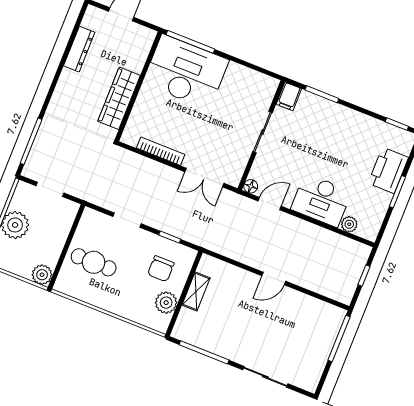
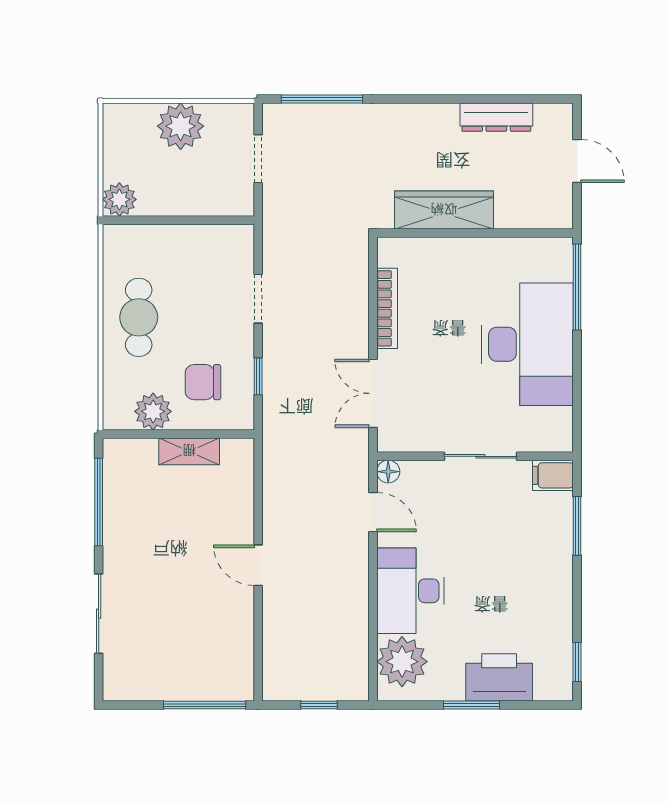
desk: (186, 72) -> (527, 344), moved
plant: (349, 224) -> (402, 662), width x1.87, depth x1.87
cafe table: (94, 262) -> (139, 317), moved

